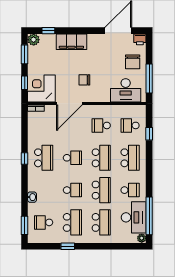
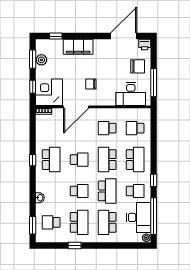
plant: (34, 40) -> (41, 60), moved
chair: (133, 62) -> (138, 66), turned -90
window: (149, 134) -> (154, 180), moved
school desk: (101, 158) -> (107, 160), turned 180
school desk: (101, 222) -> (107, 222), turned 180

